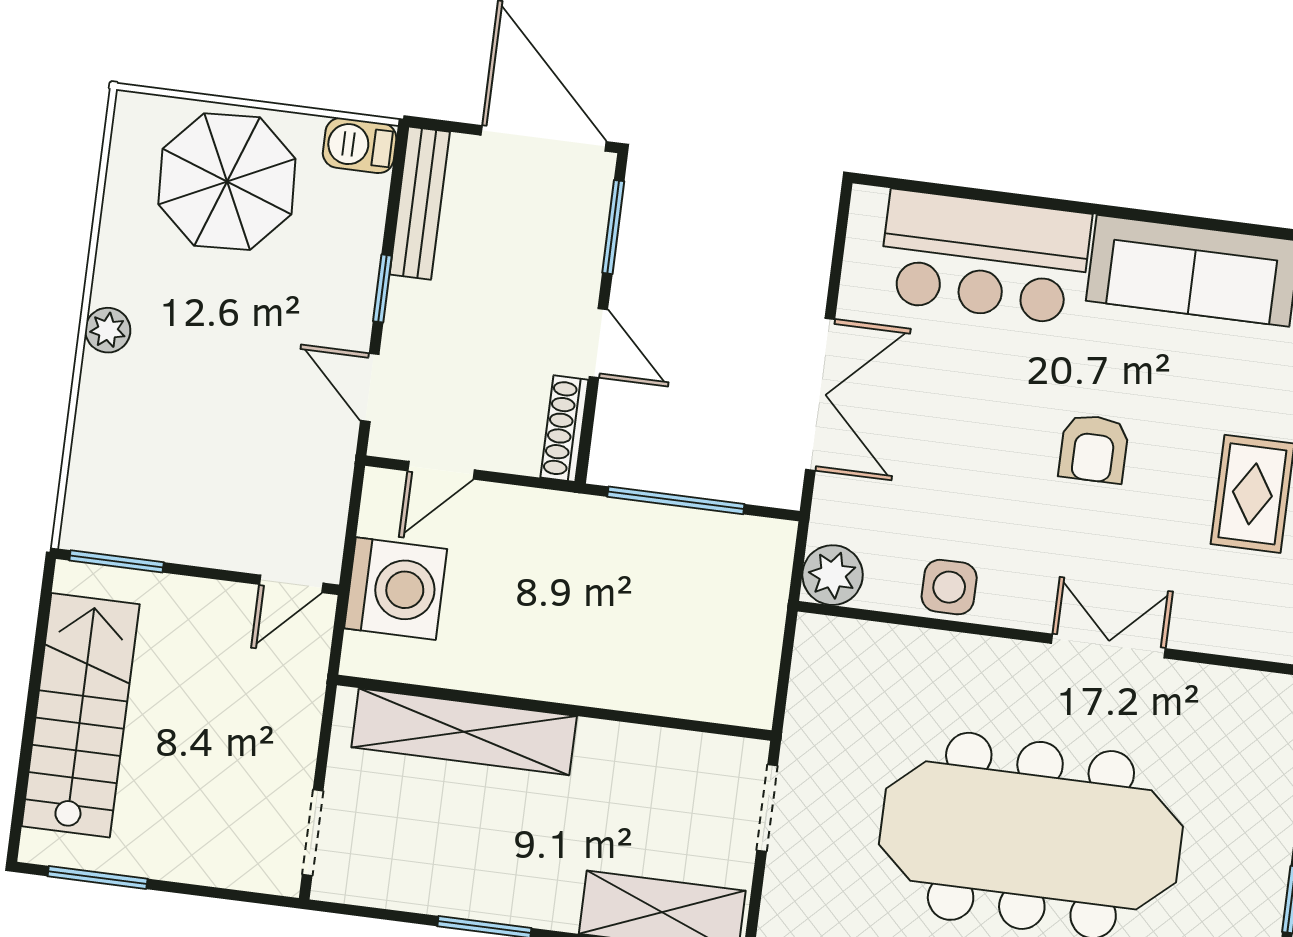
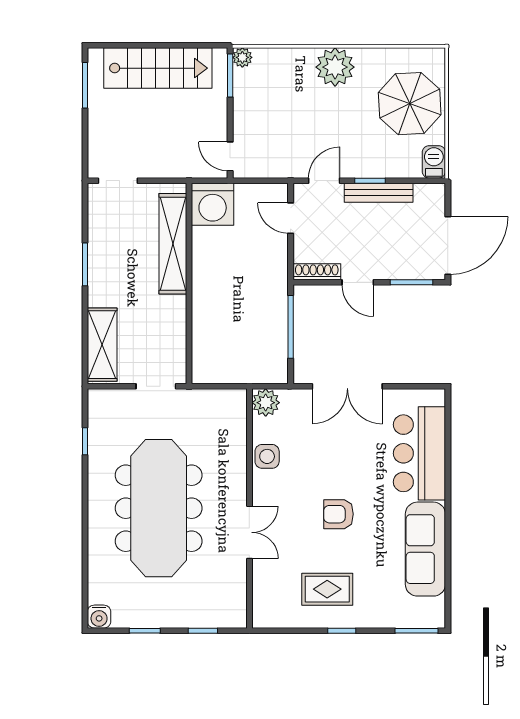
bench: (420, 203) -> (379, 193), moved
plant: (108, 330) -> (335, 67), width x1.87, depth x1.87
door: (598, 343) -> (358, 282), hinge flipped
plant: (81, 530) -> (242, 57), added
washing machine: (396, 589) -> (213, 204), moved

